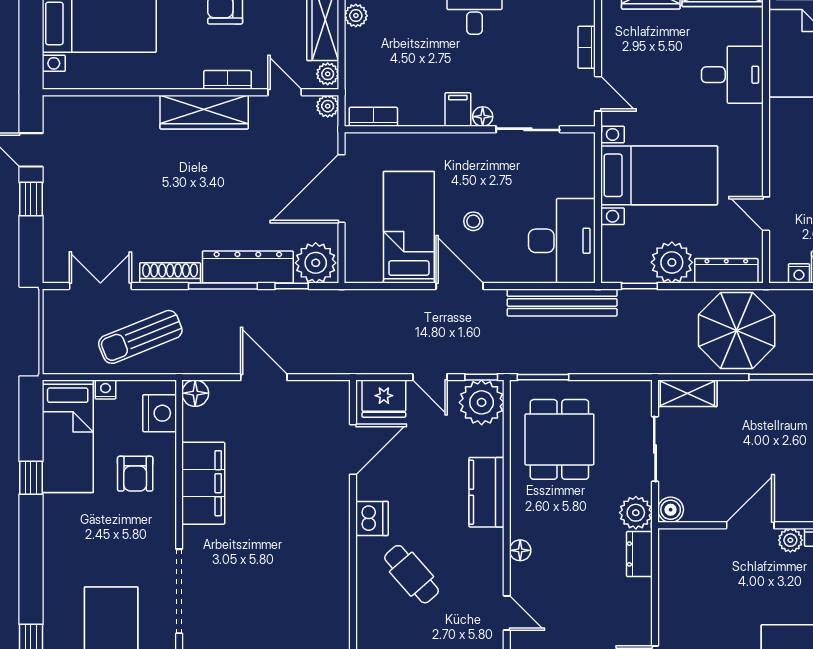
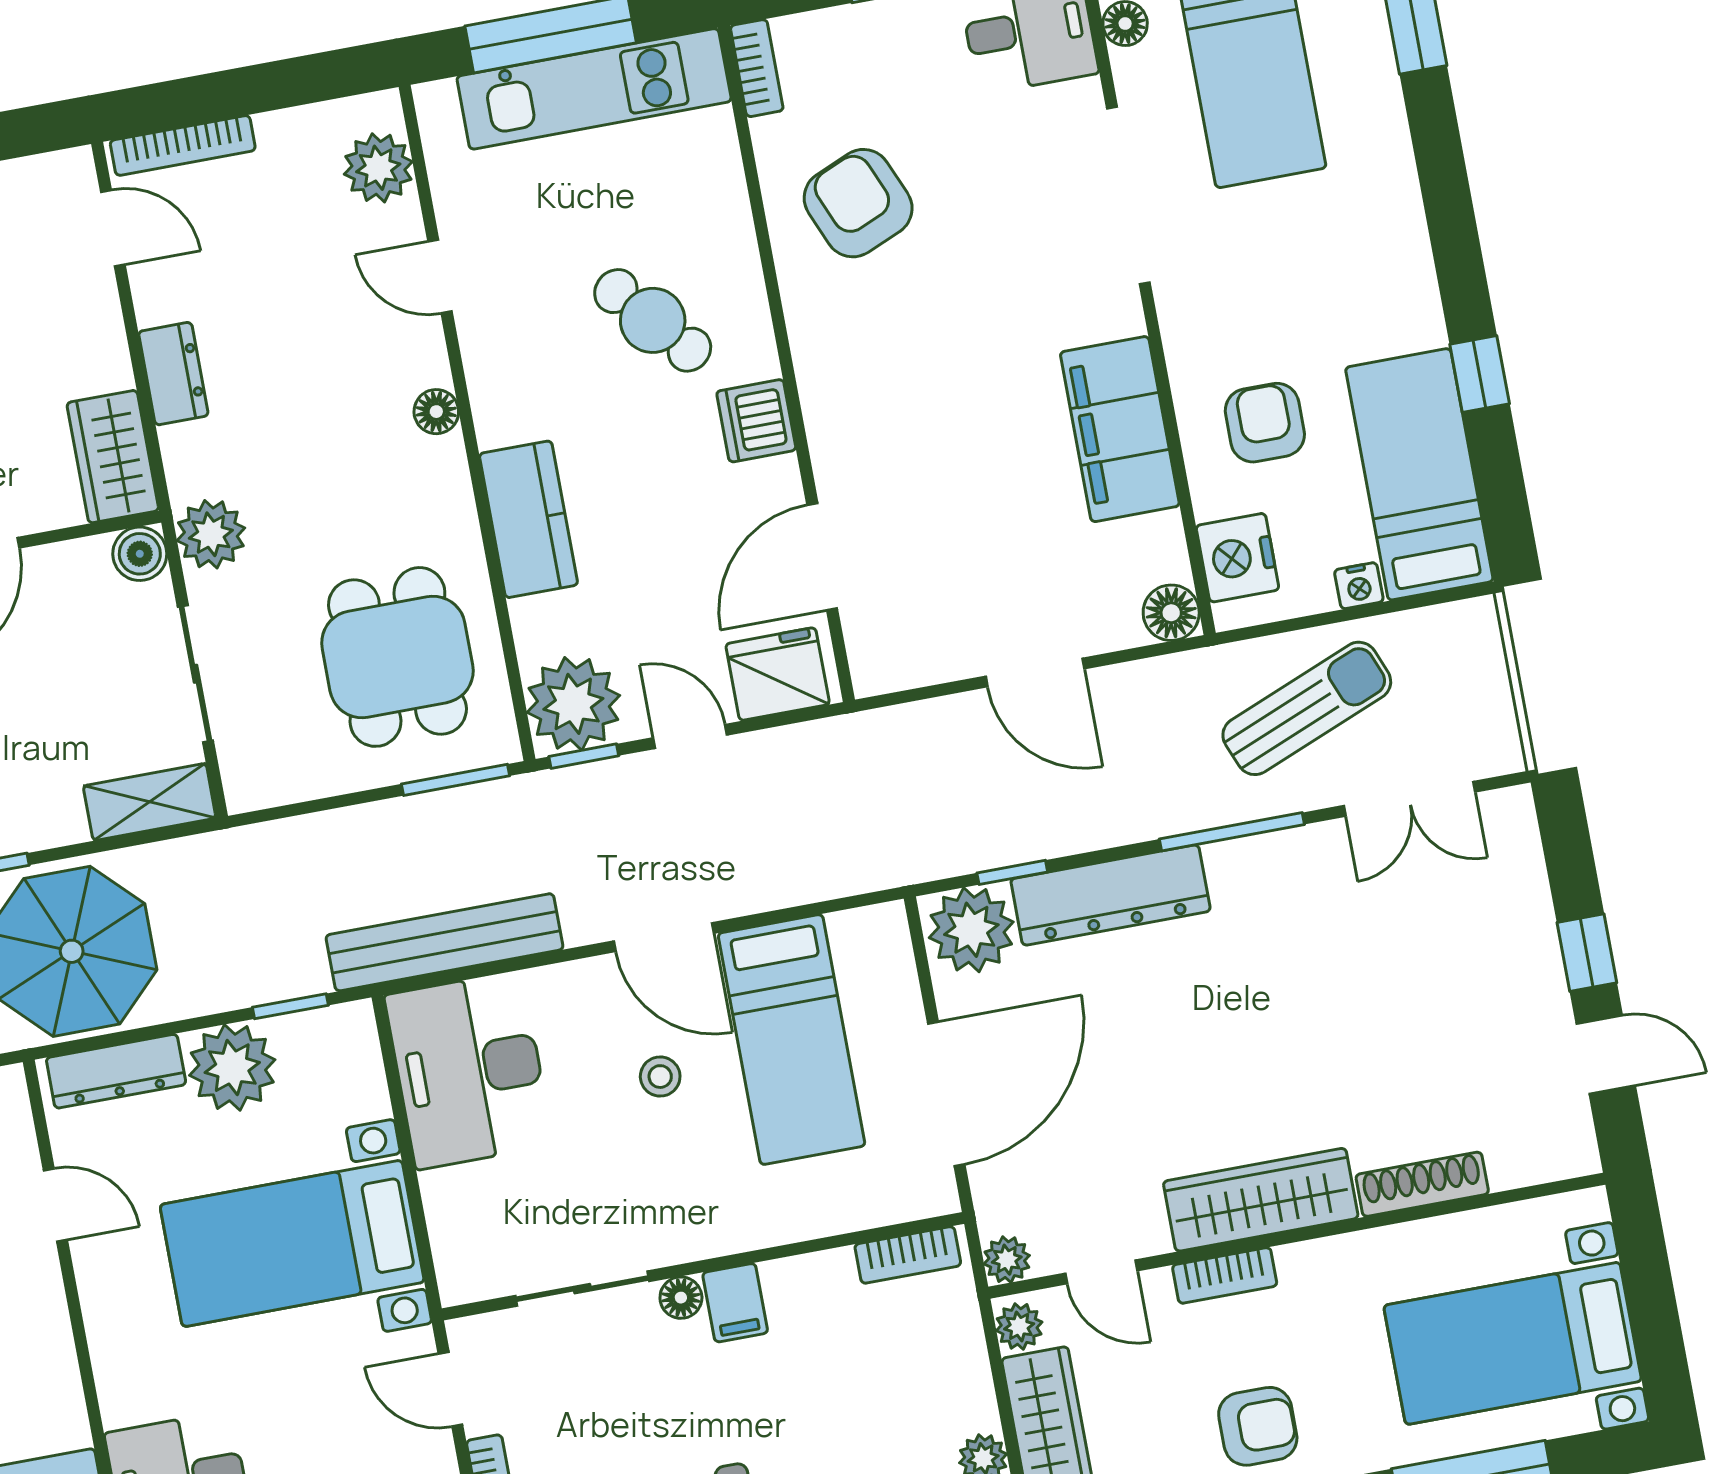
shoe rack: (170, 273) -> (1422, 1184), moved, turned 180
window: (223, 286) -> (1232, 832), moved
dresser: (639, 554) -> (173, 374), moved
wardrobe: (675, 557) -> (113, 457), added
armchair: (306, 611) -> (858, 203), added

